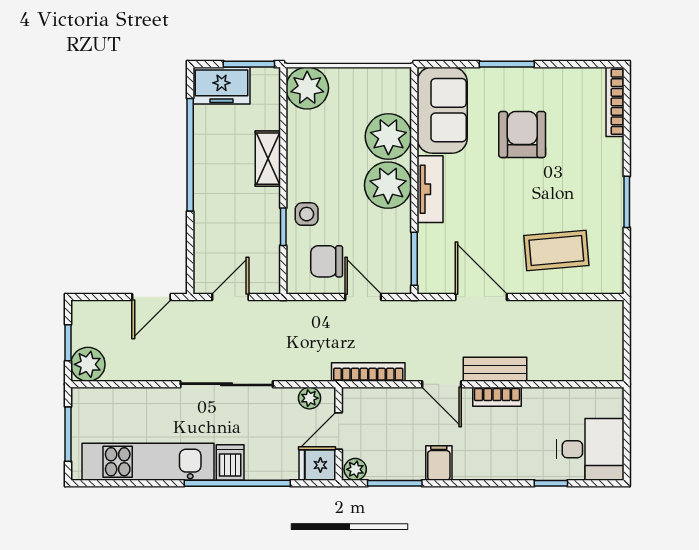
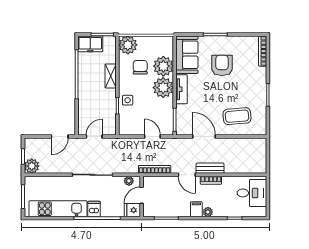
chair: (327, 261) -> (140, 67), moved, turned 90
desk: (590, 449) -> (252, 193), moved
filing cabinet: (439, 463) -> (196, 209), moved
plant: (355, 469) -> (208, 212), moved

